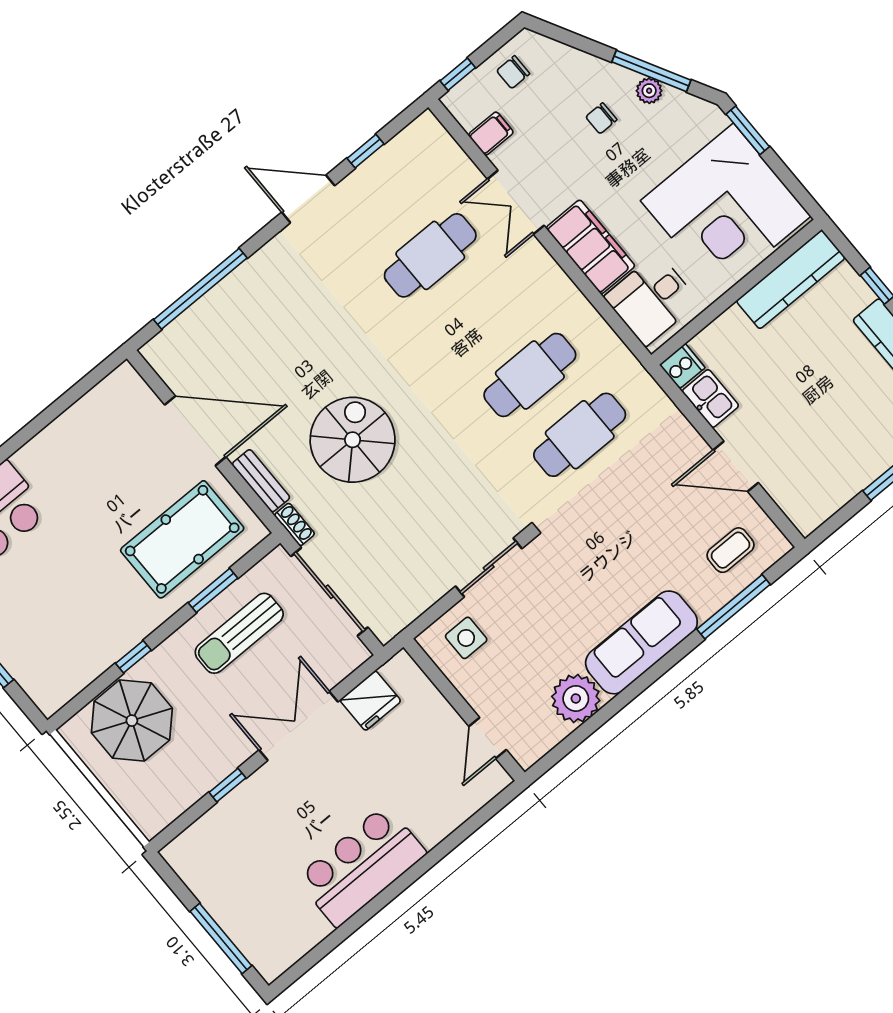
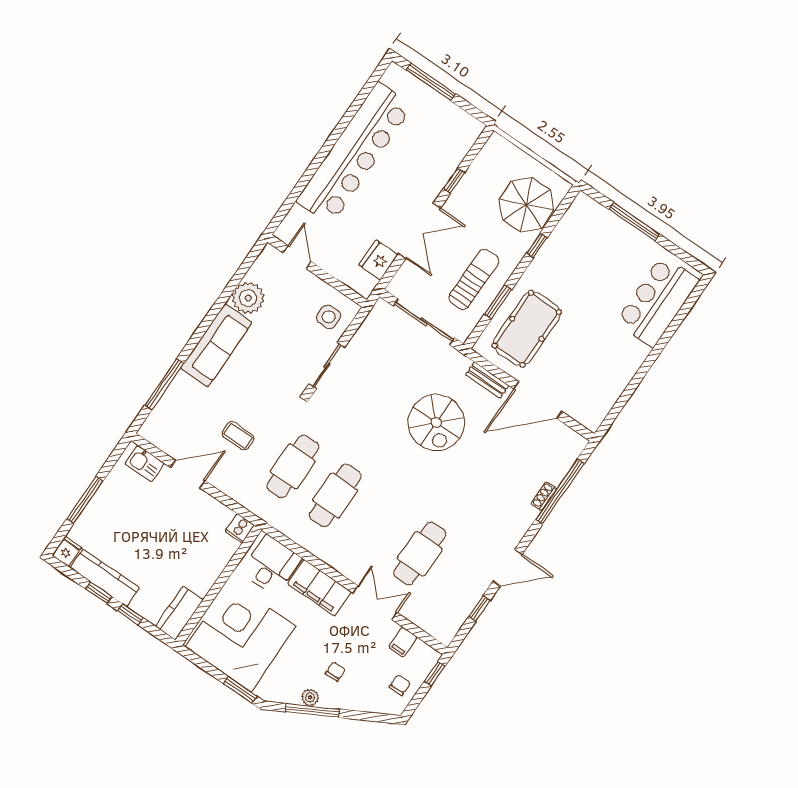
kitchen counter: (791, 279) -> (179, 613), width x0.67
kitchen sink: (710, 399) -> (145, 464), moved
shoe rack: (295, 525) -> (544, 496), moved, turned 90
coffee table: (731, 550) -> (238, 436), moved, turned 90
bar counter: (361, 866) -> (355, 153), width x1.86

